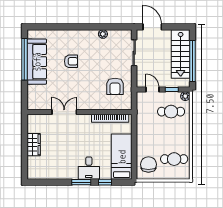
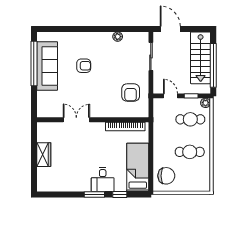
cafe table: (174, 159) -> (190, 152), moved
chair: (148, 164) -> (166, 176), turned 90

